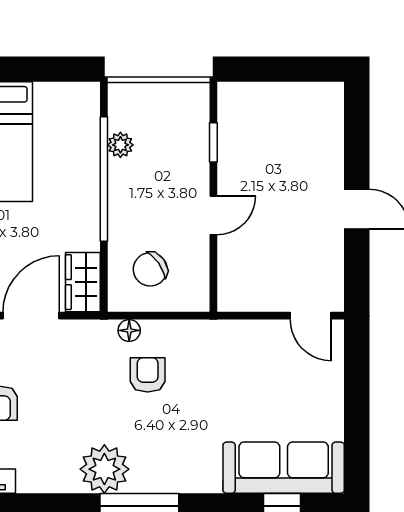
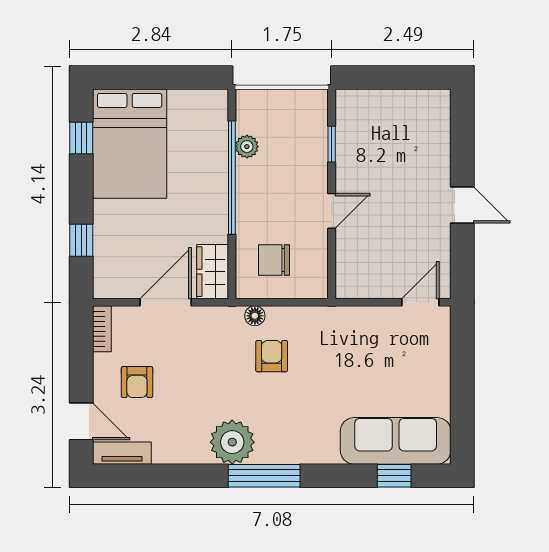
chair: (150, 269) -> (274, 260), turned 35
door: (311, 316) -> (420, 302), swing flipped

